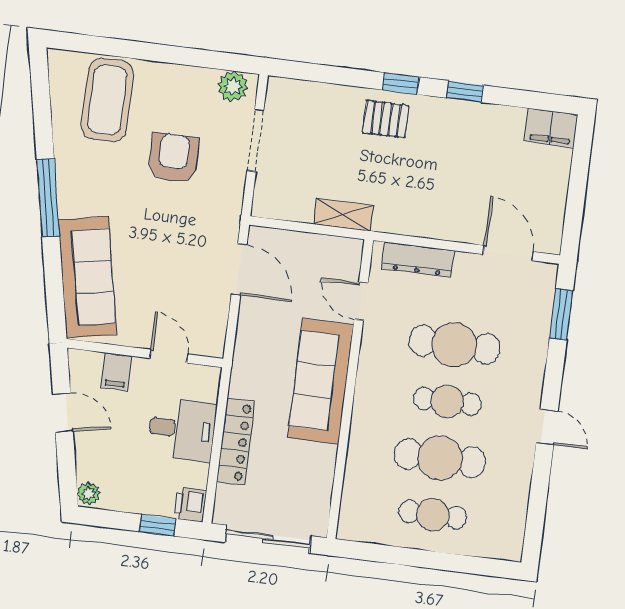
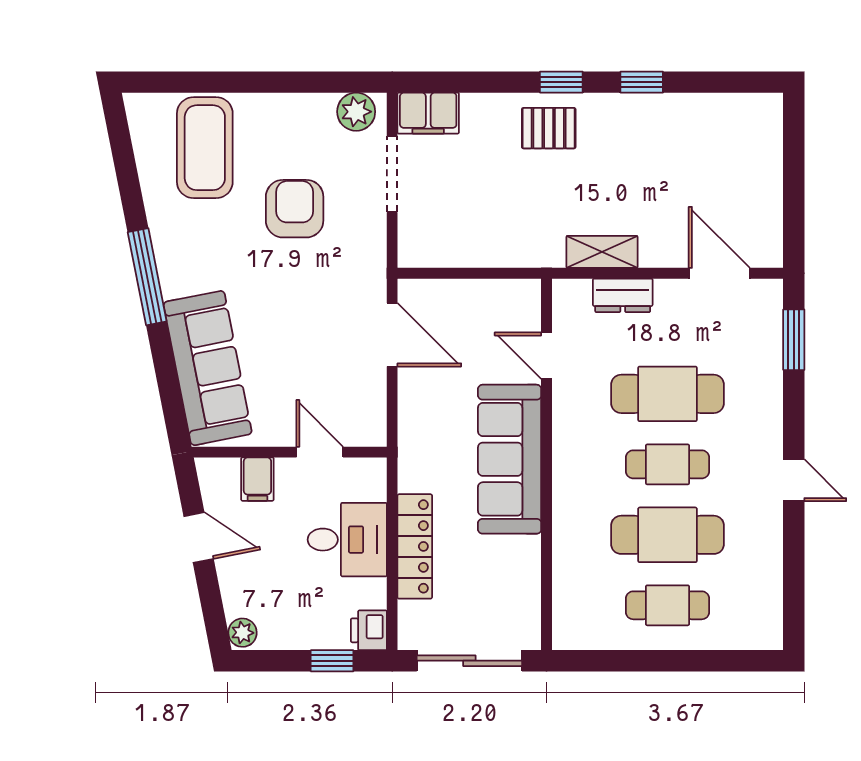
filing cabinet: (551, 128) -> (428, 113), moved
shelving: (344, 215) -> (602, 252), moved
dresser: (418, 260) -> (623, 295), width x0.70

